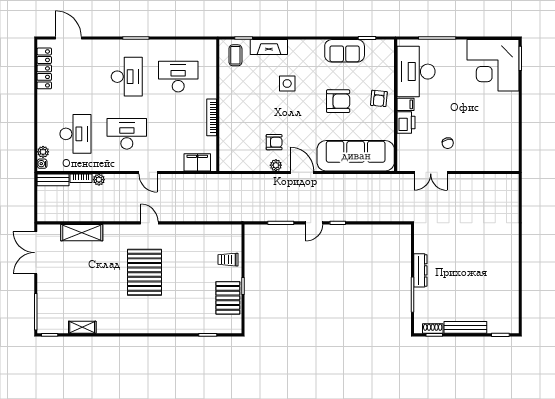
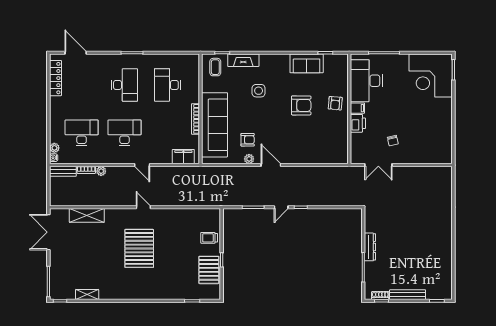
desk: (178, 77) -> (167, 85), turned -90
desk: (75, 134) -> (82, 133), turned -90
sofa: (356, 156) -> (215, 125), moved, turned 90

